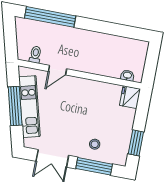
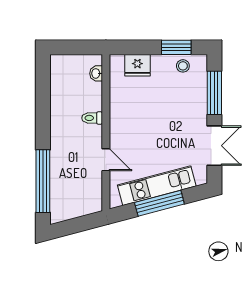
toilet: (35, 55) -> (92, 118), moved
fridge: (130, 97) -> (137, 65), moved
stool: (95, 144) -> (183, 66), moved

